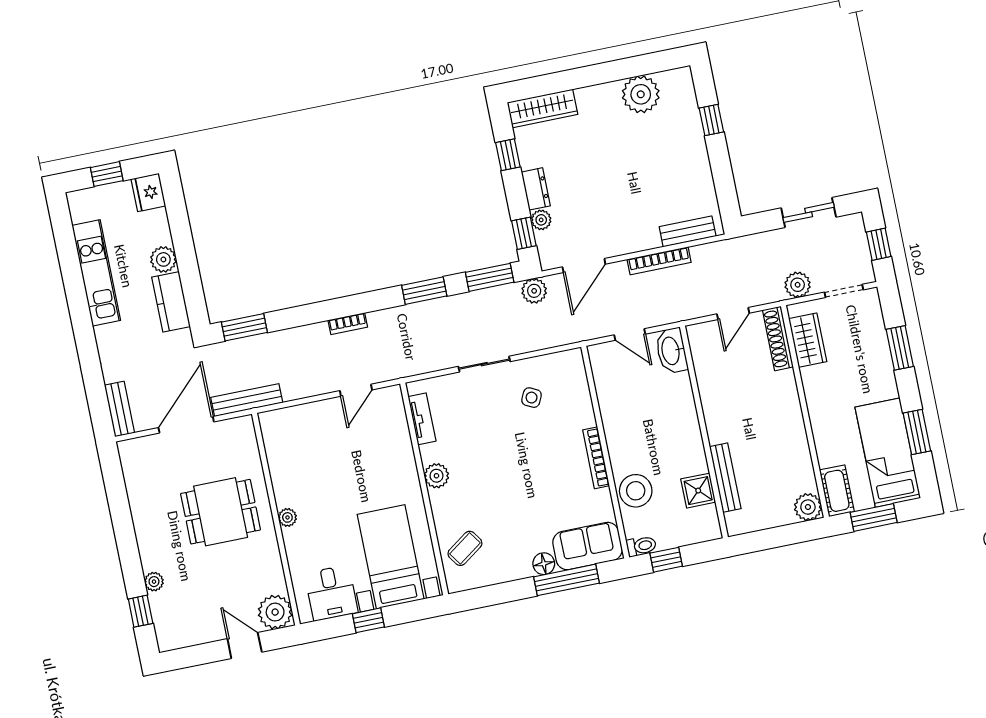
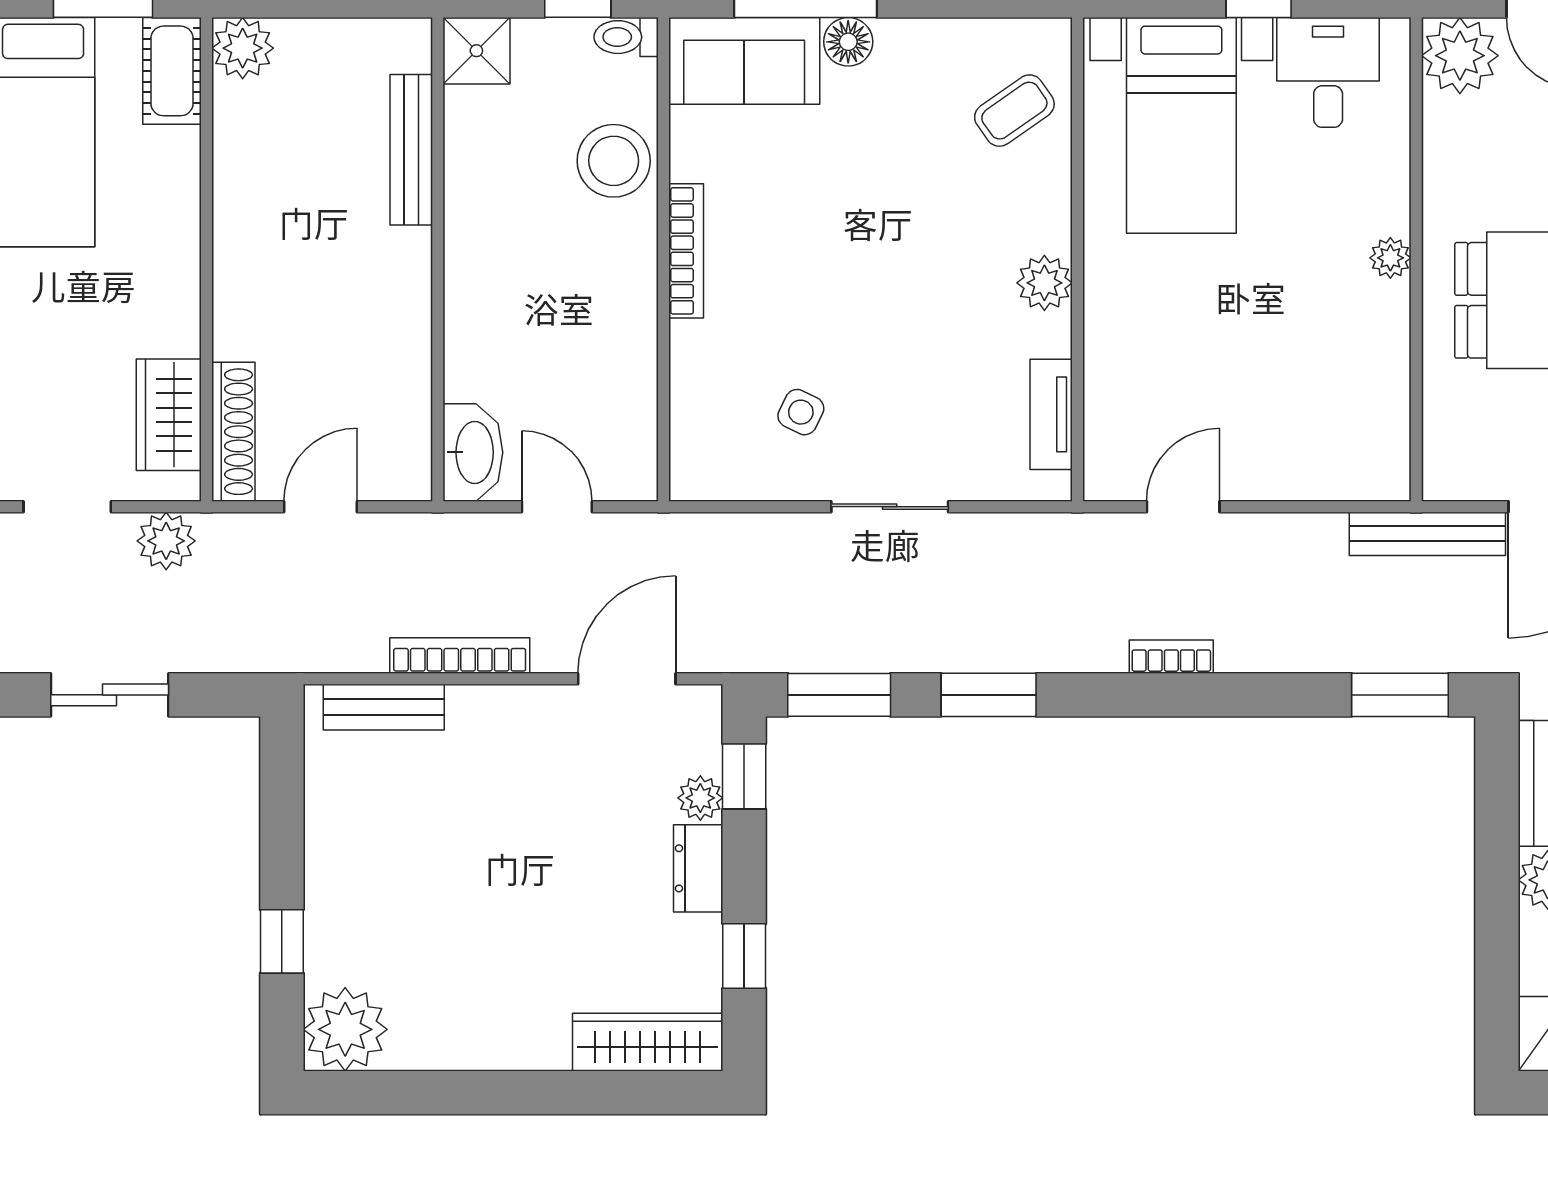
plant: (641, 94) -> (345, 1029), moved
plant: (534, 291) -> (747, 645), removed
shower: (698, 491) -> (476, 51), moved

